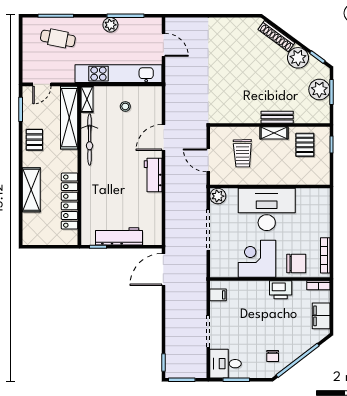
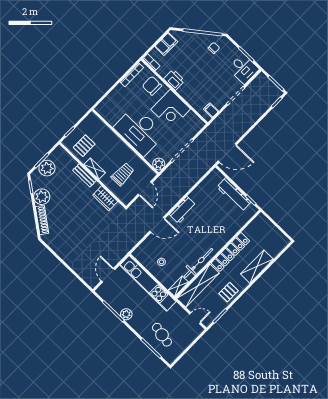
wardrobe: (237, 115) -> (105, 198), added
locker: (70, 201) -> (230, 252), moved

